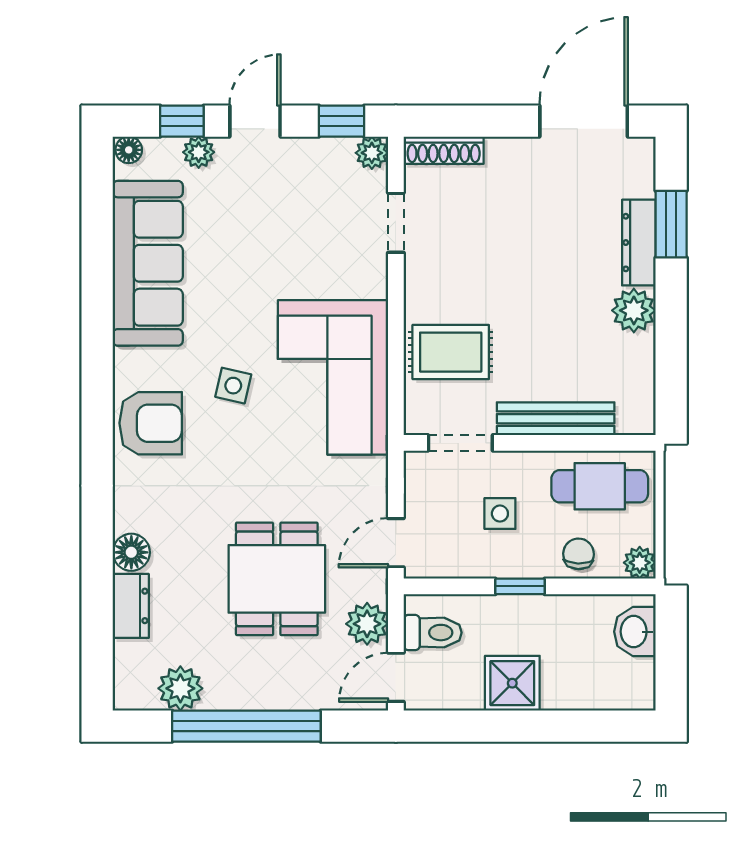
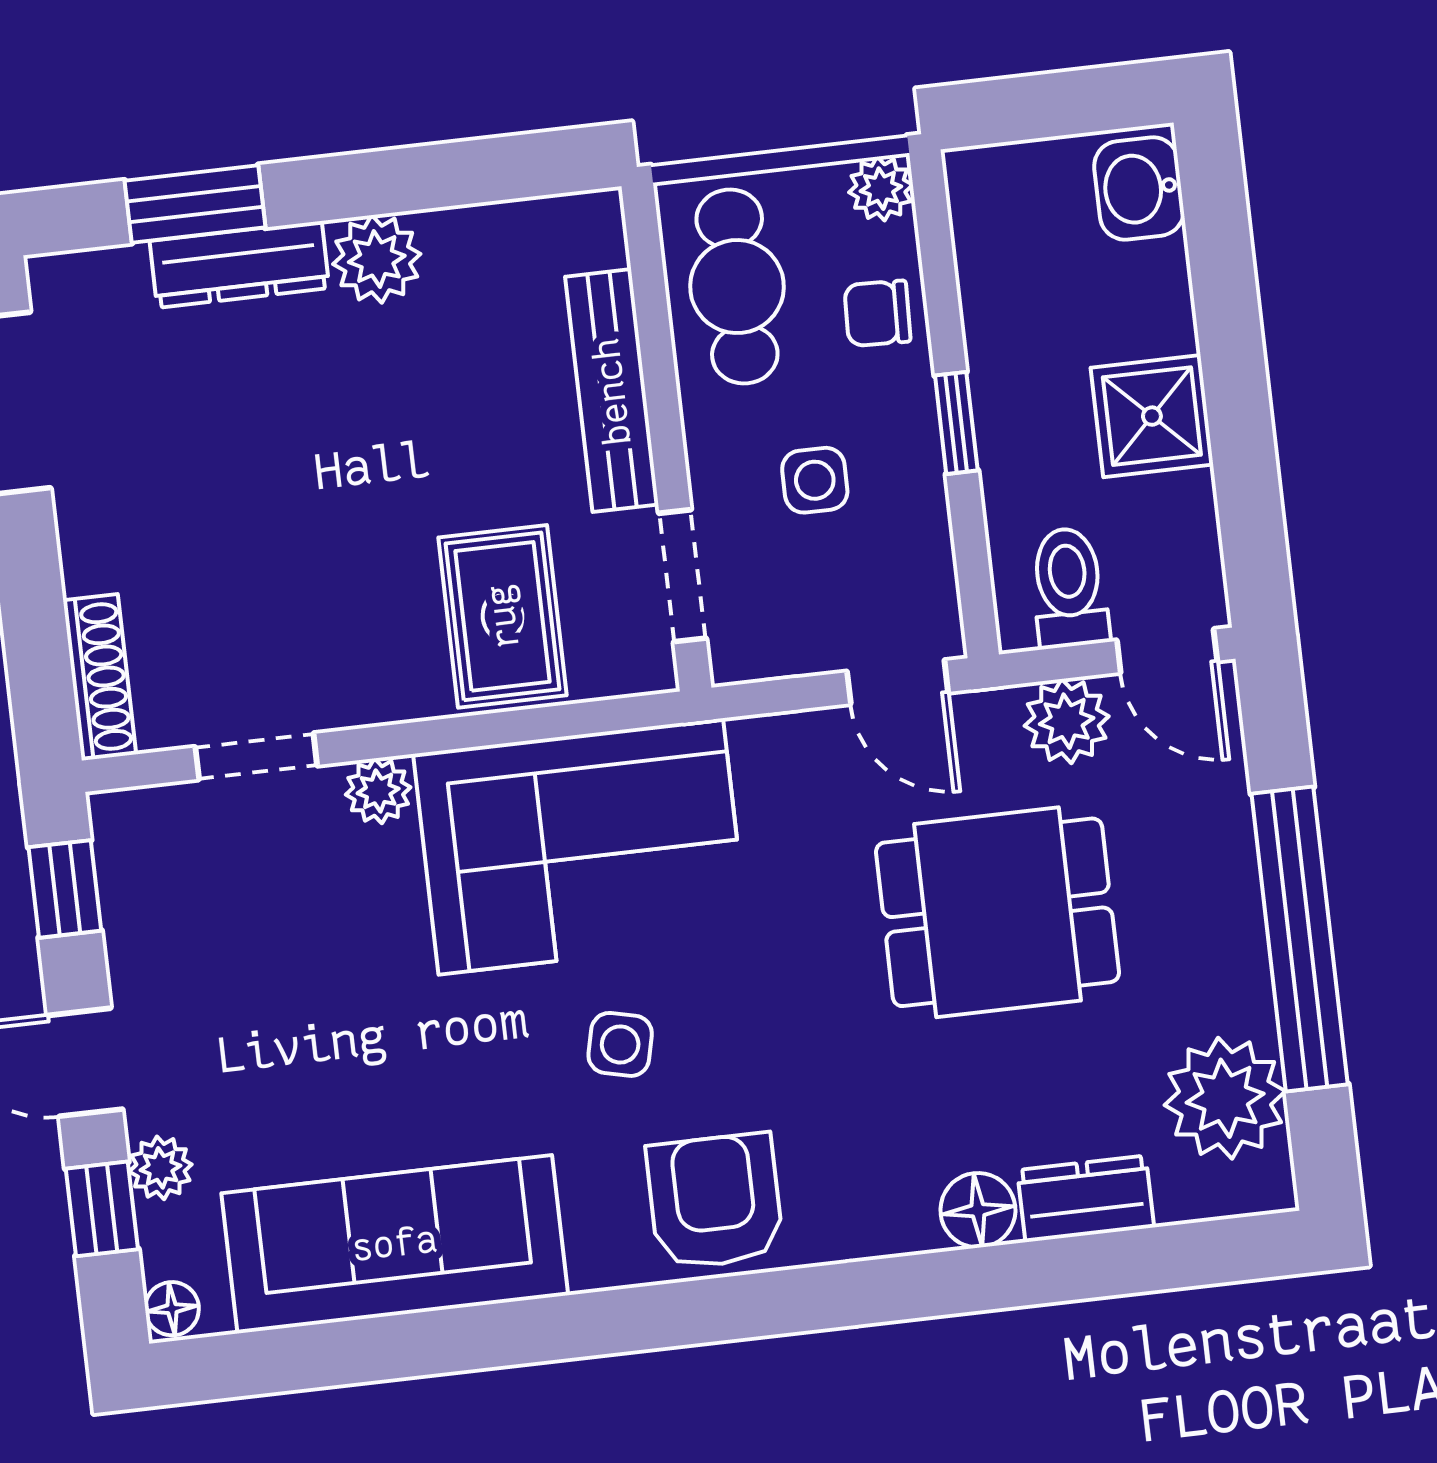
plant: (372, 153) -> (378, 791), moved
washbasin: (635, 632) -> (1139, 188), moved, turned 90
plant: (180, 688) -> (1225, 1098), width x1.36, depth x1.36

